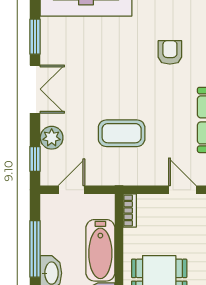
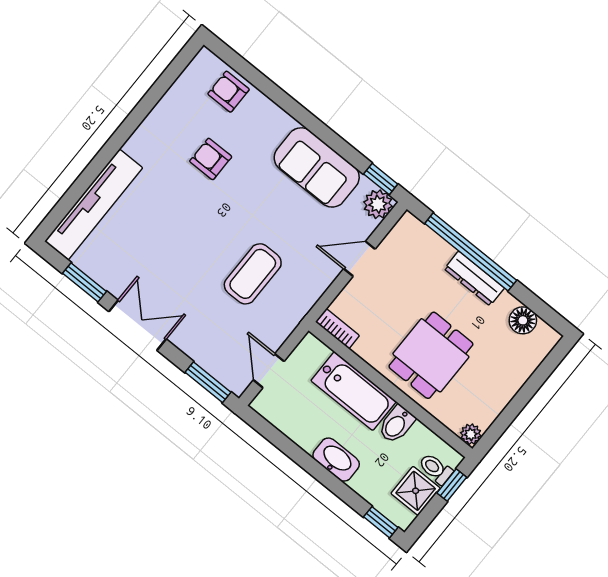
plant: (52, 138) -> (200, 348), removed
window: (35, 159) -> (208, 382), width x1.50
window: (35, 249) -> (299, 456), removed

